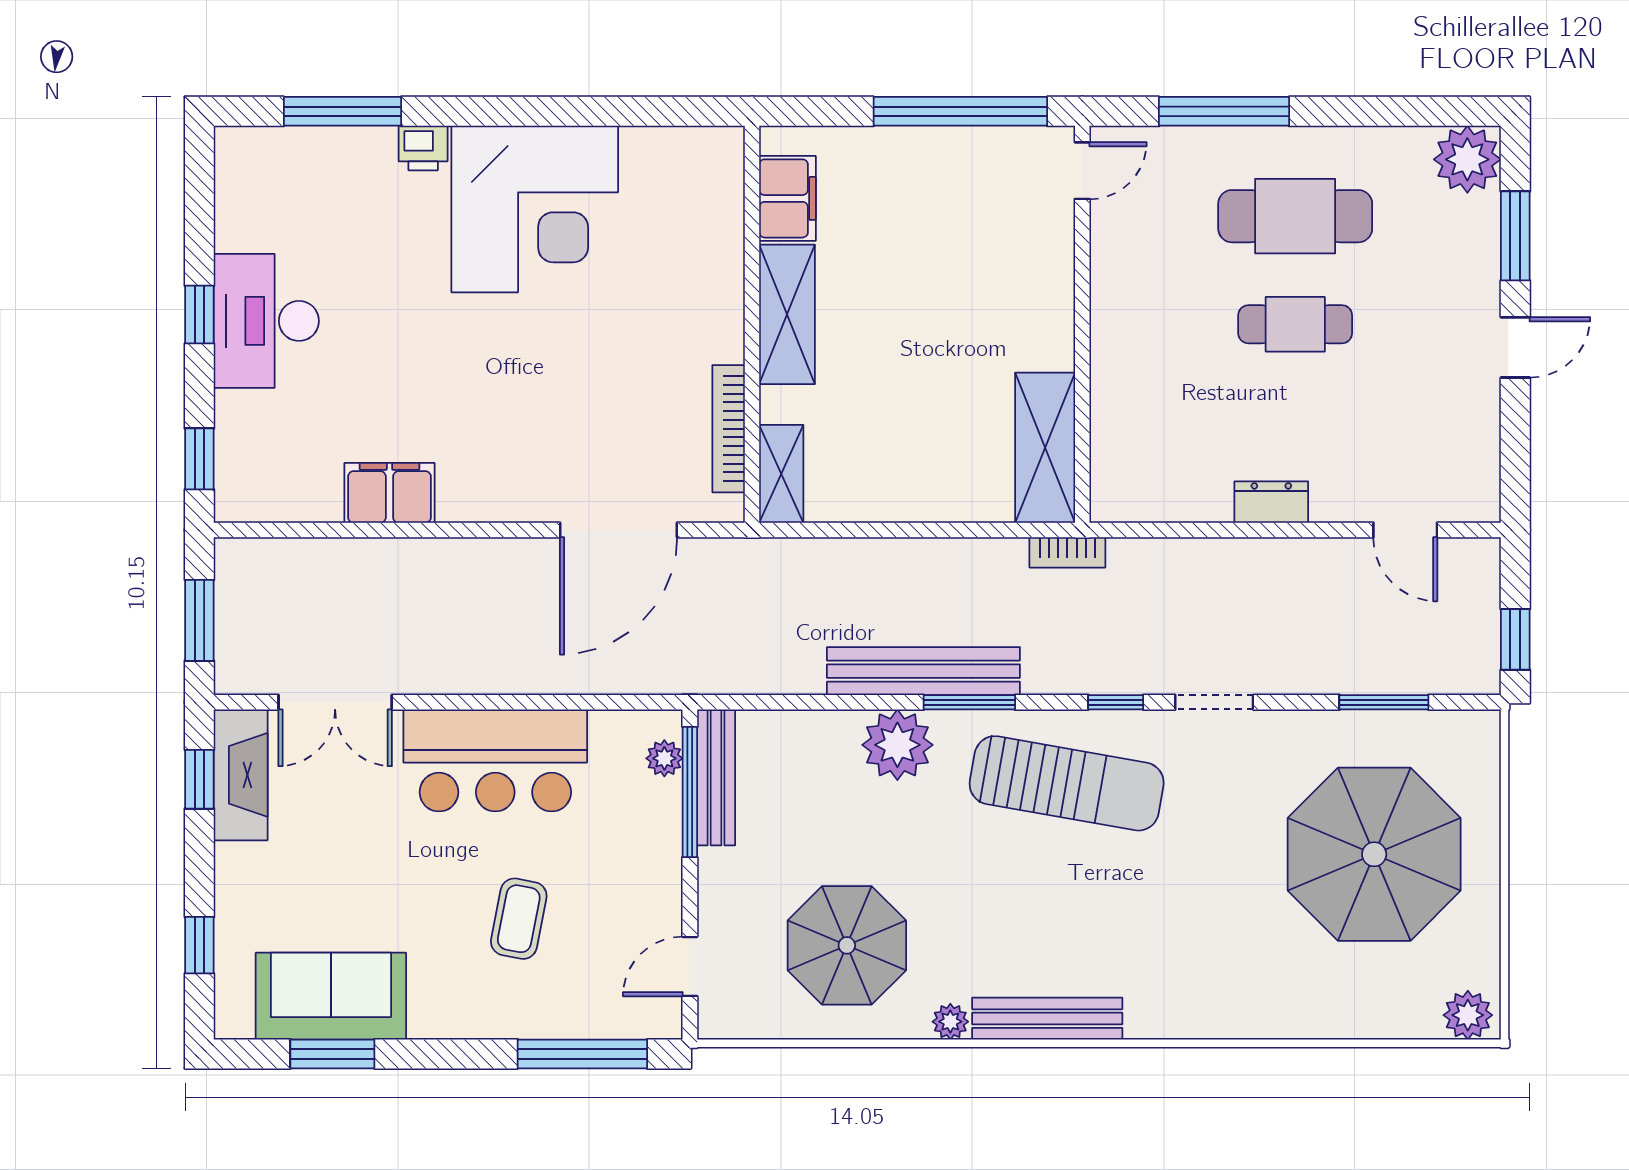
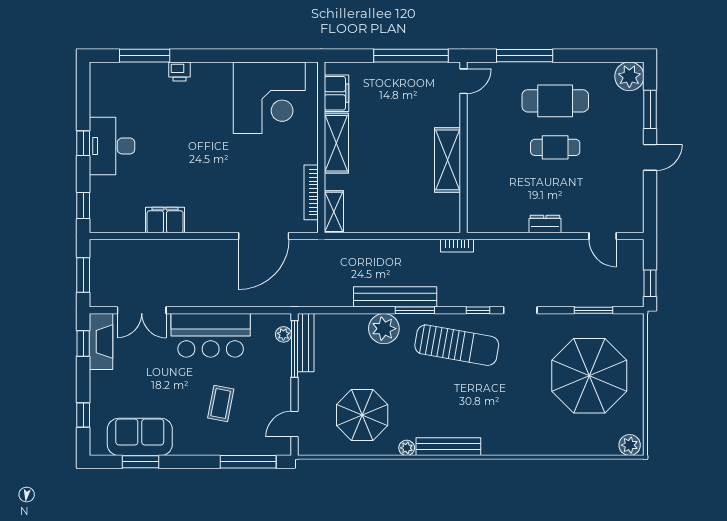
corner desk: (535, 209) -> (269, 98), moved
shelving: (1045, 448) -> (447, 160), moved

